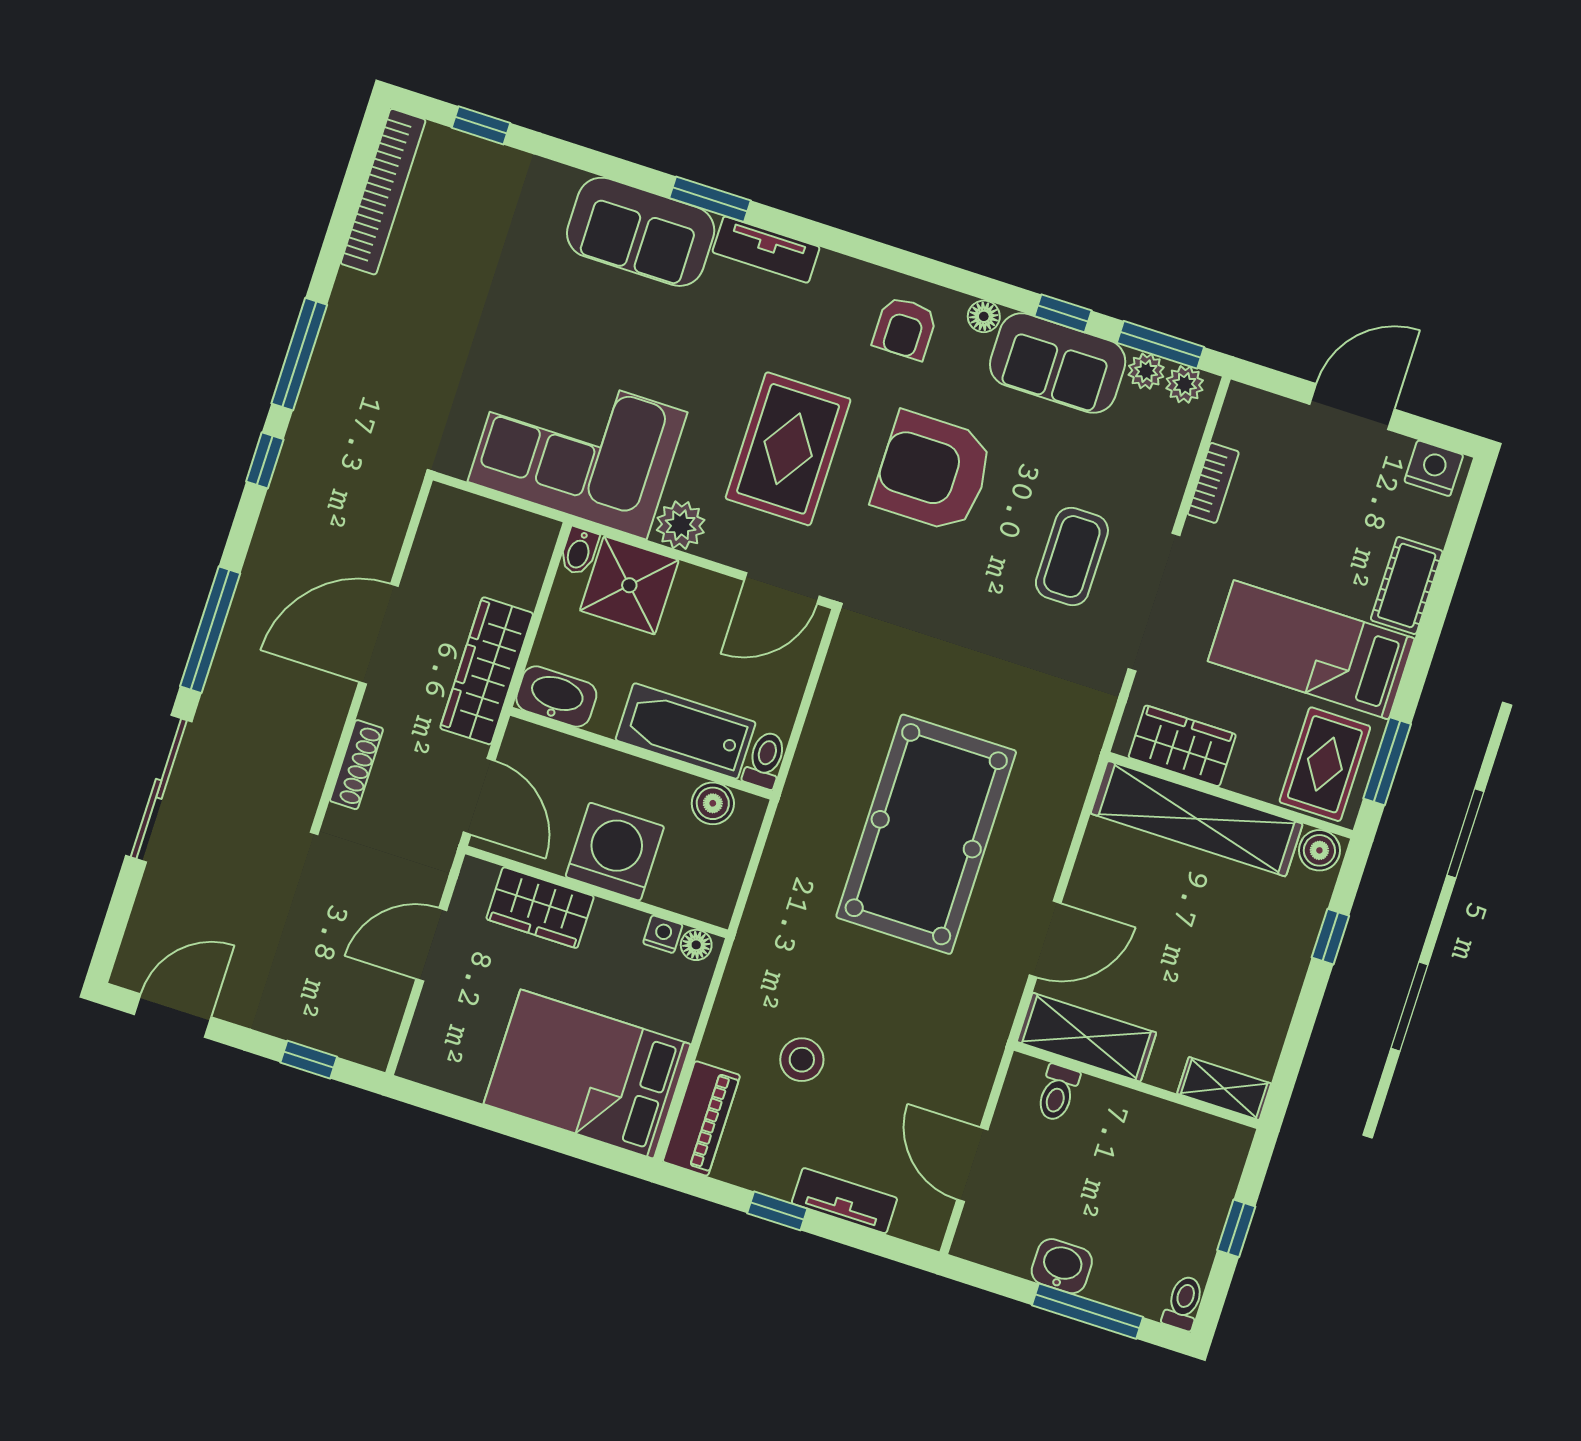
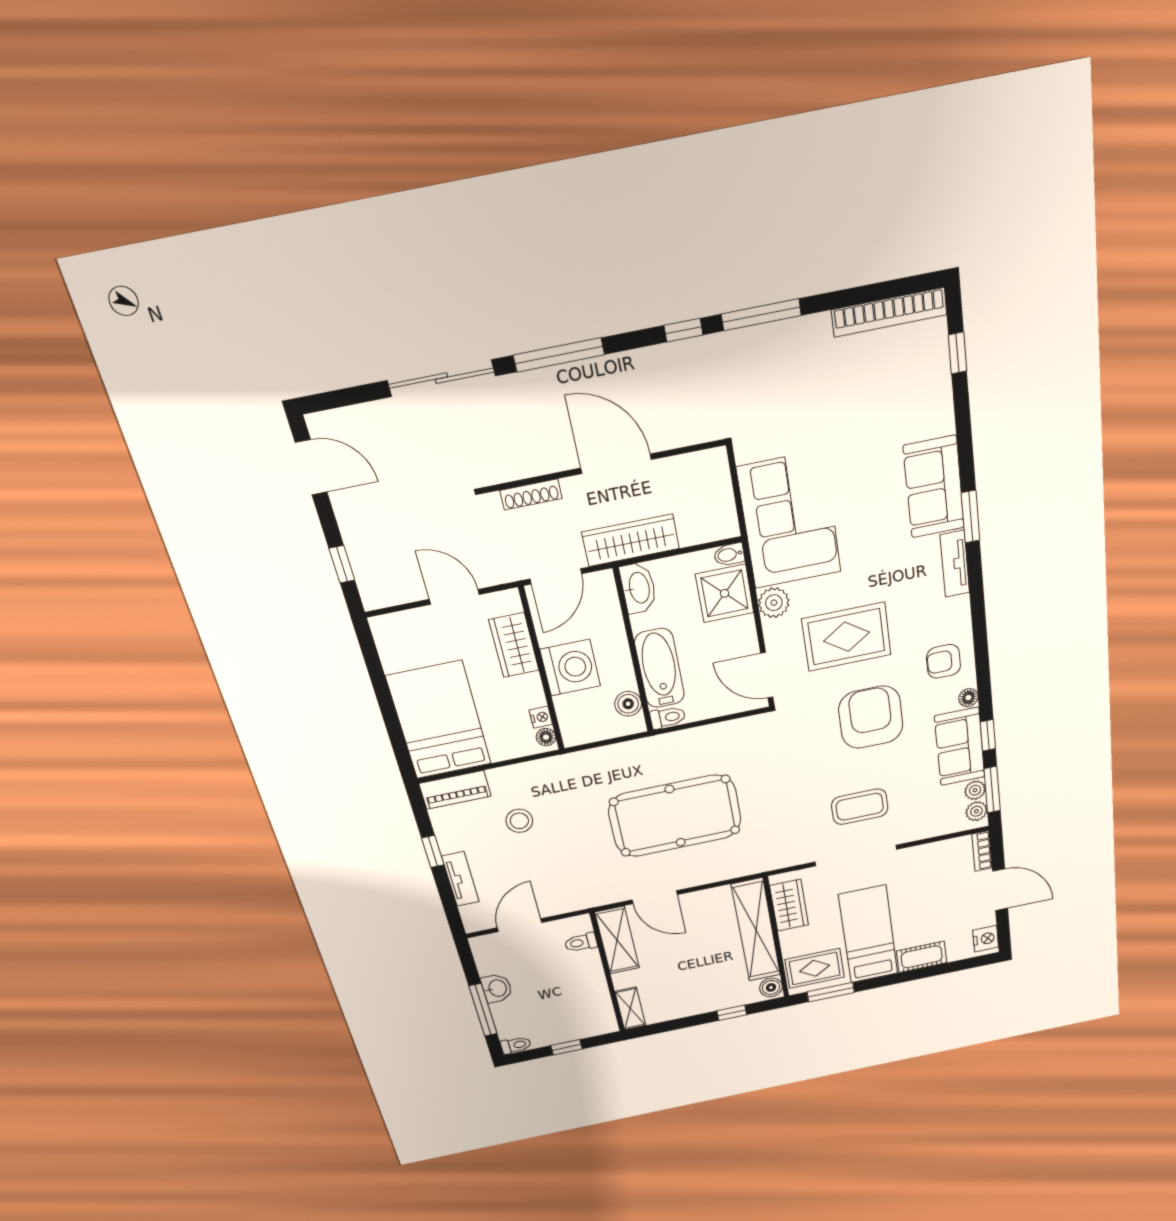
bookcase: (1213, 483) -> (982, 851), moved, turned 90

